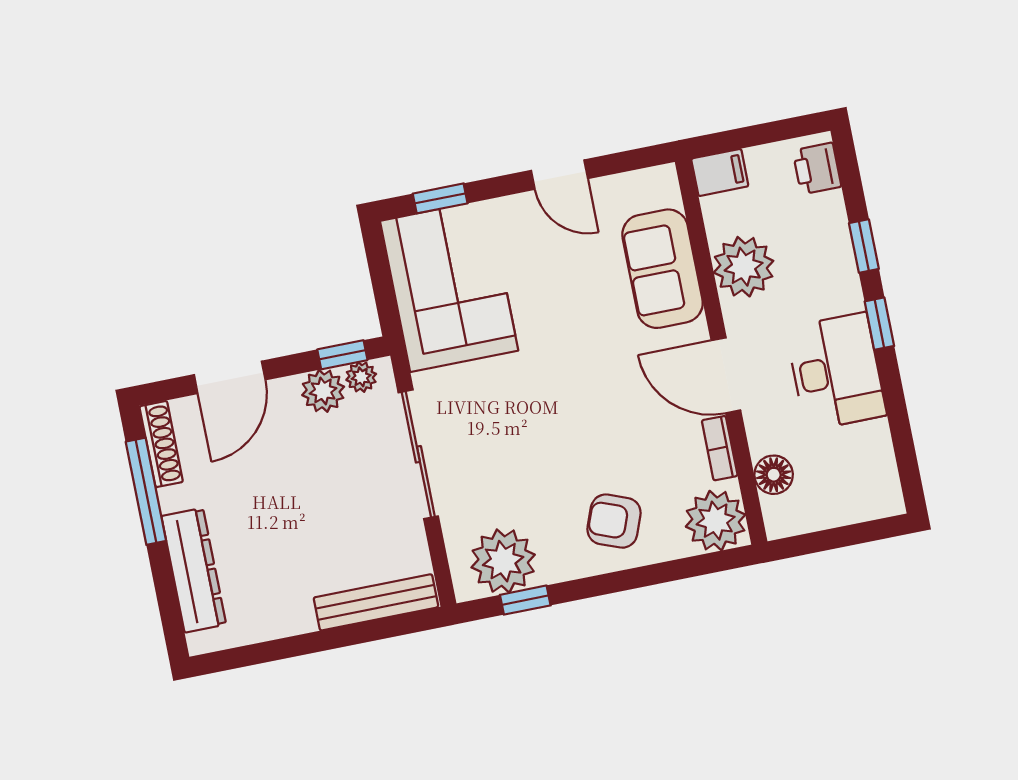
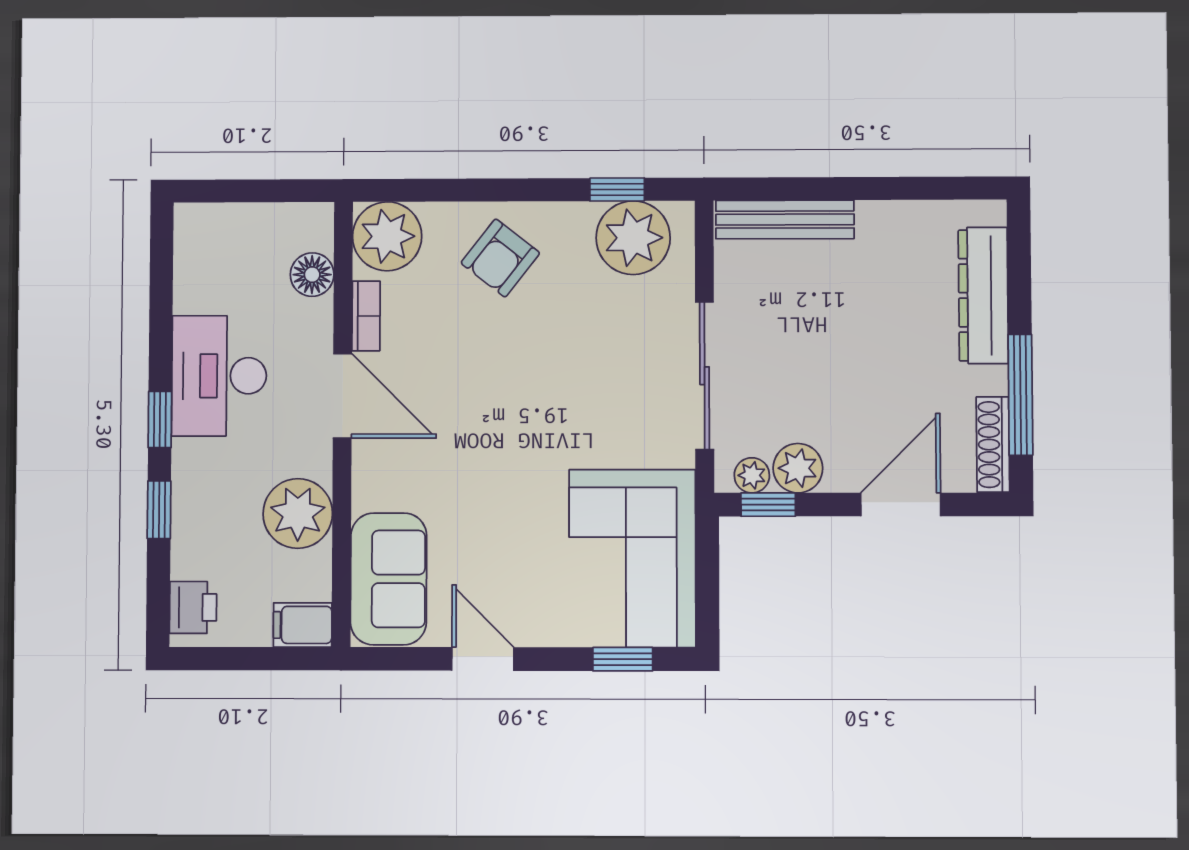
sofa: (663, 269) -> (389, 579), moved
armchair: (614, 521) -> (500, 258), turned 107

